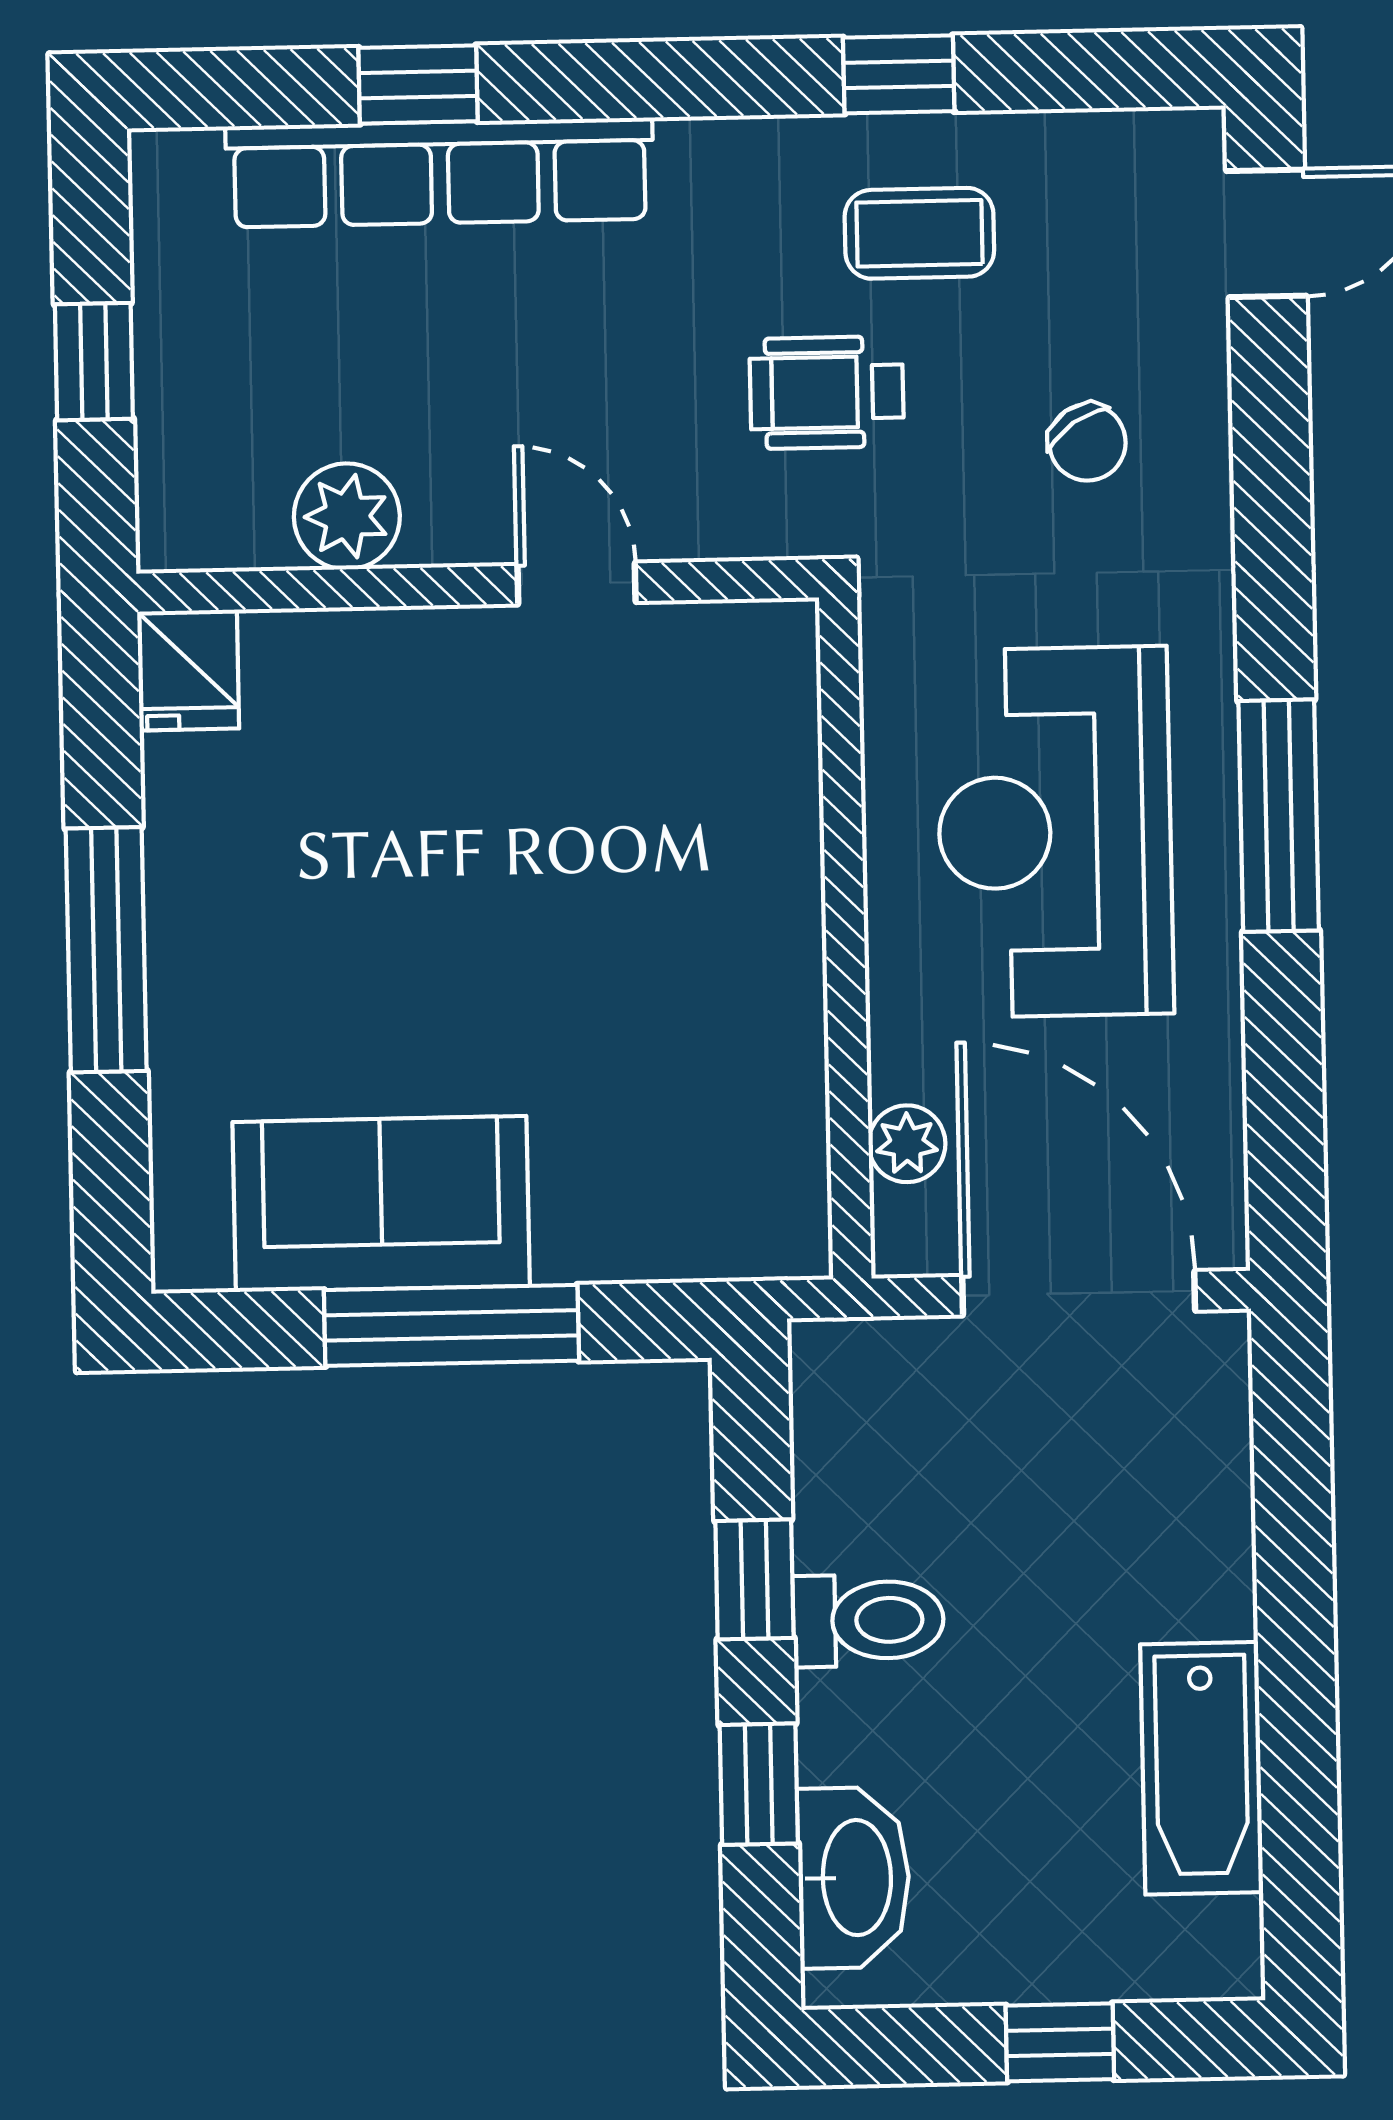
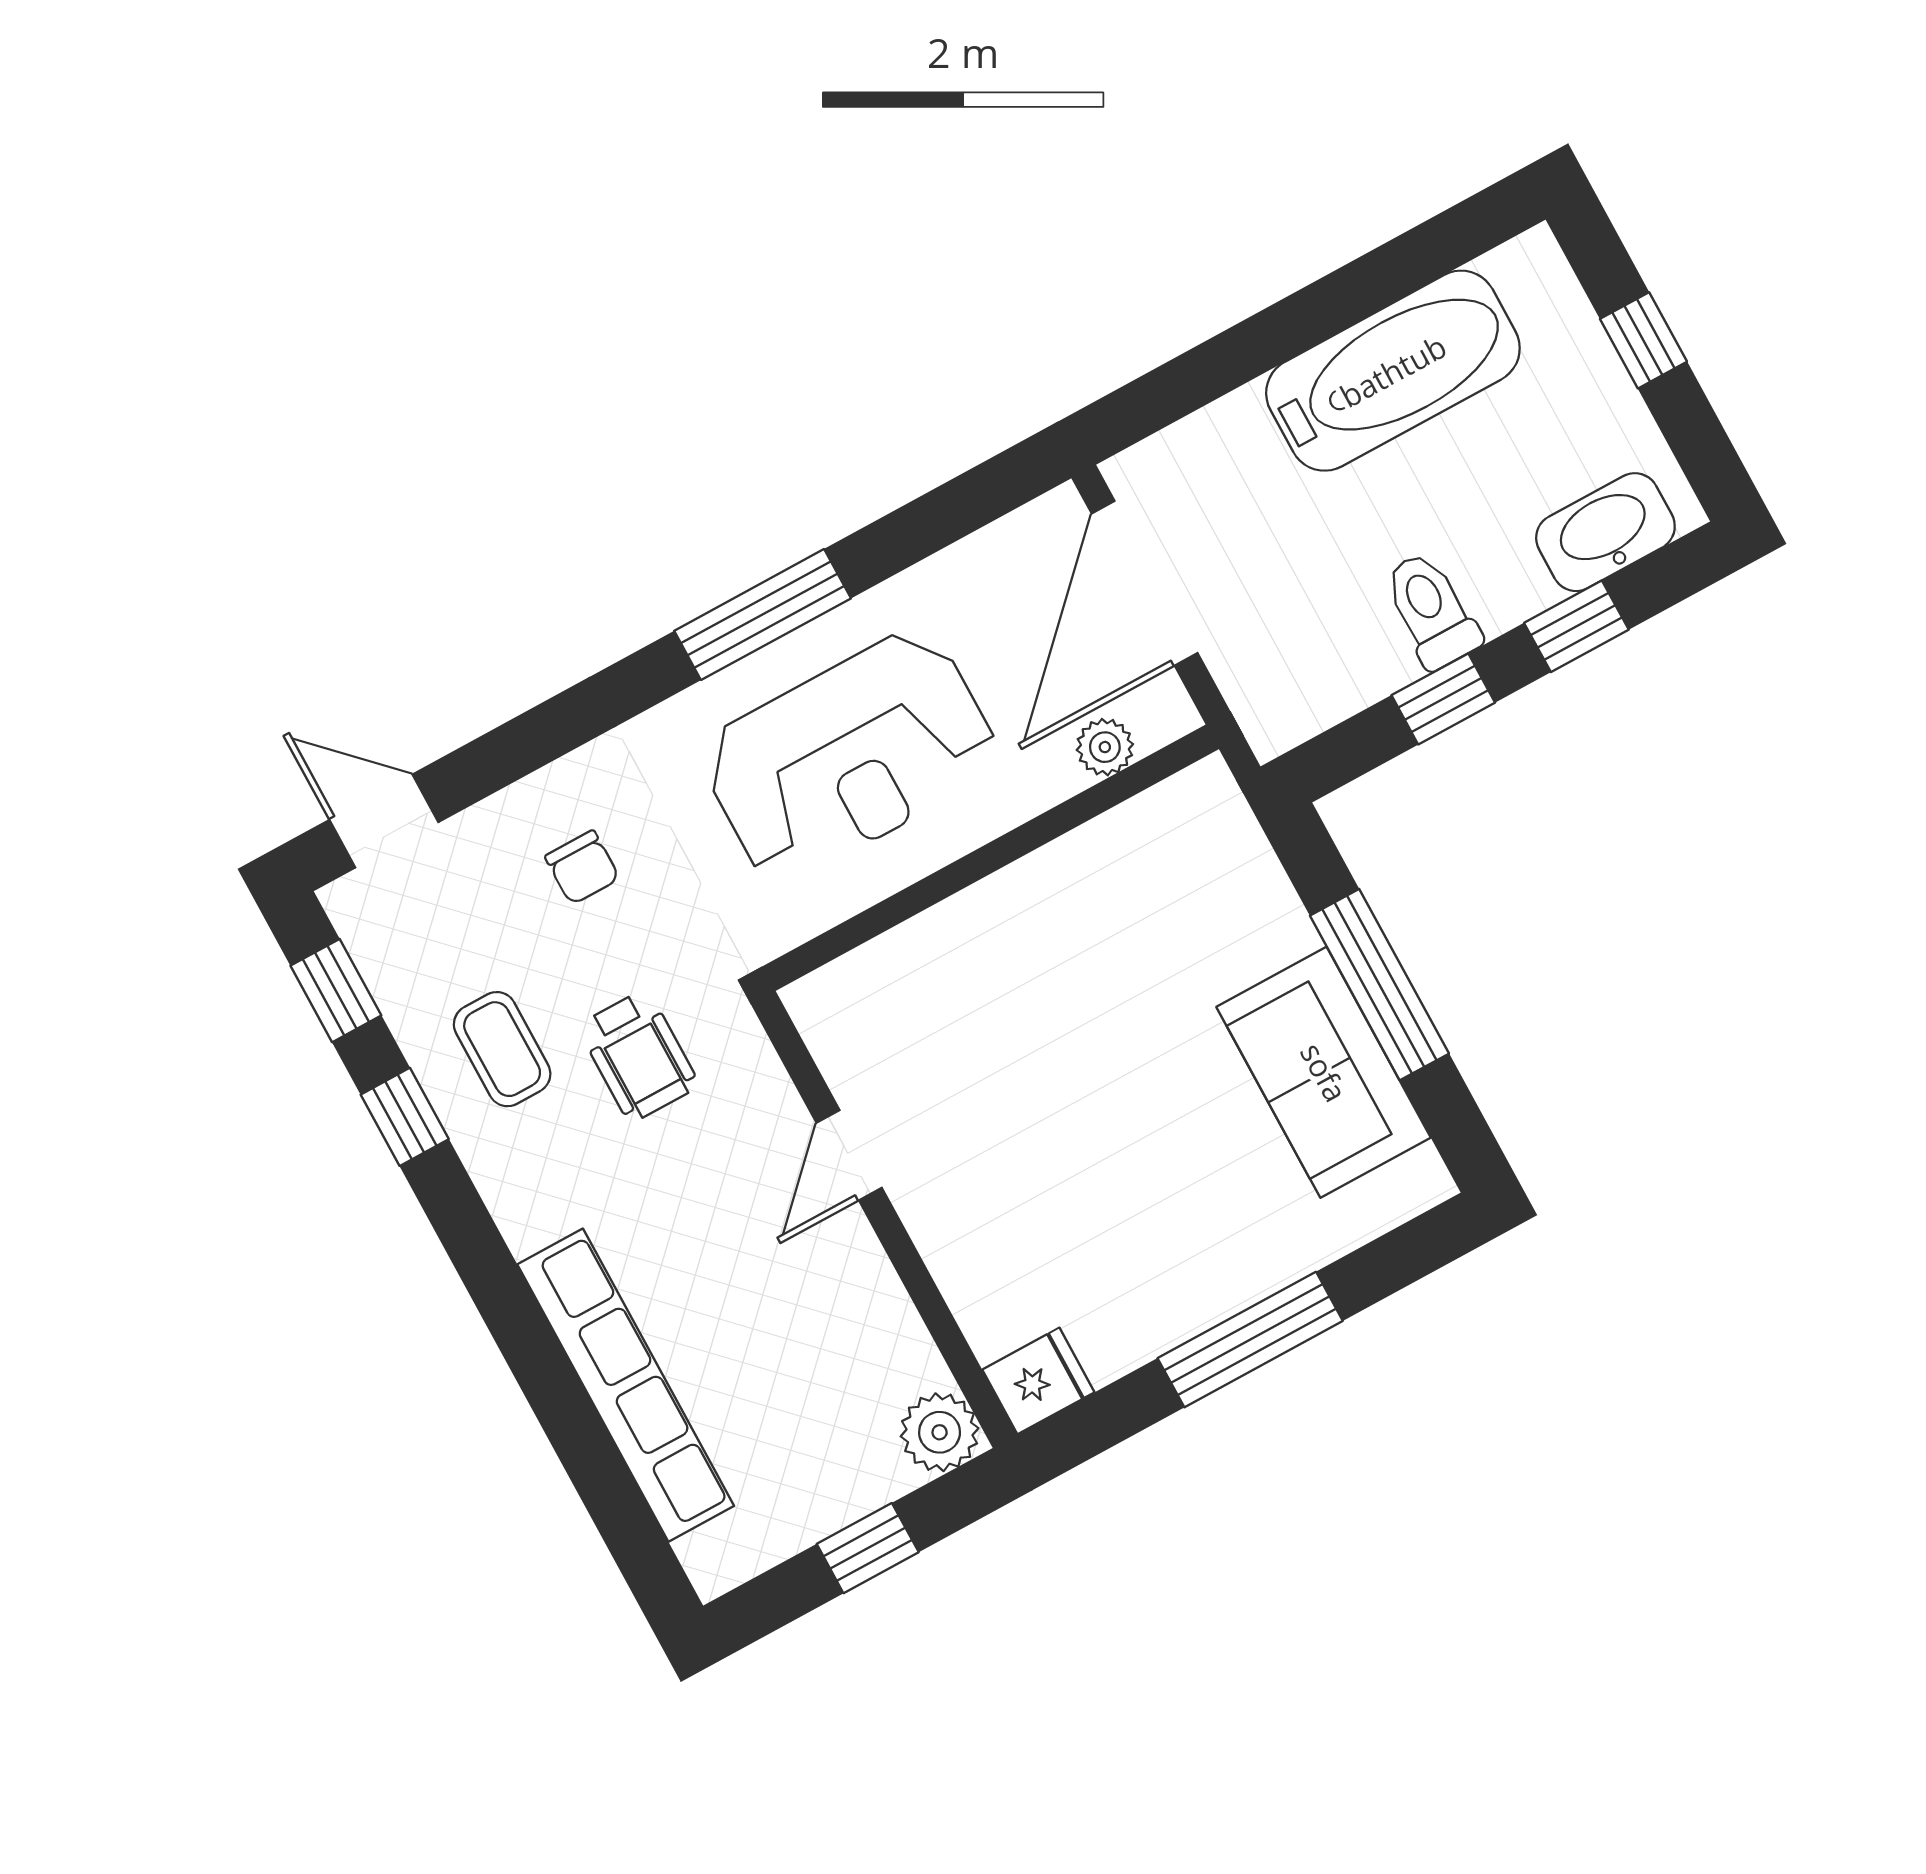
window: (418, 84) -> (336, 991), moved
chair: (1087, 442) -> (582, 867), turned 124
plant: (347, 516) -> (940, 1432), moved
bathtub: (1202, 1768) -> (1393, 371), width x1.36, depth x1.36

